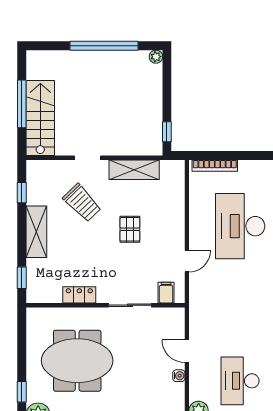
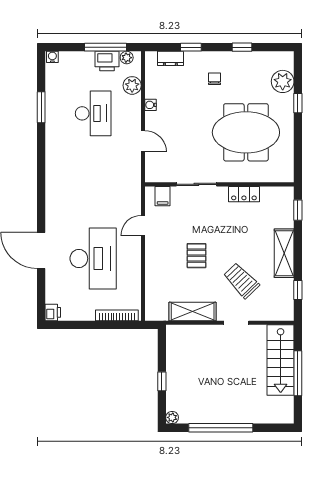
window: (167, 132) -> (162, 381), moved
water cooler: (179, 376) -> (151, 105), moved

